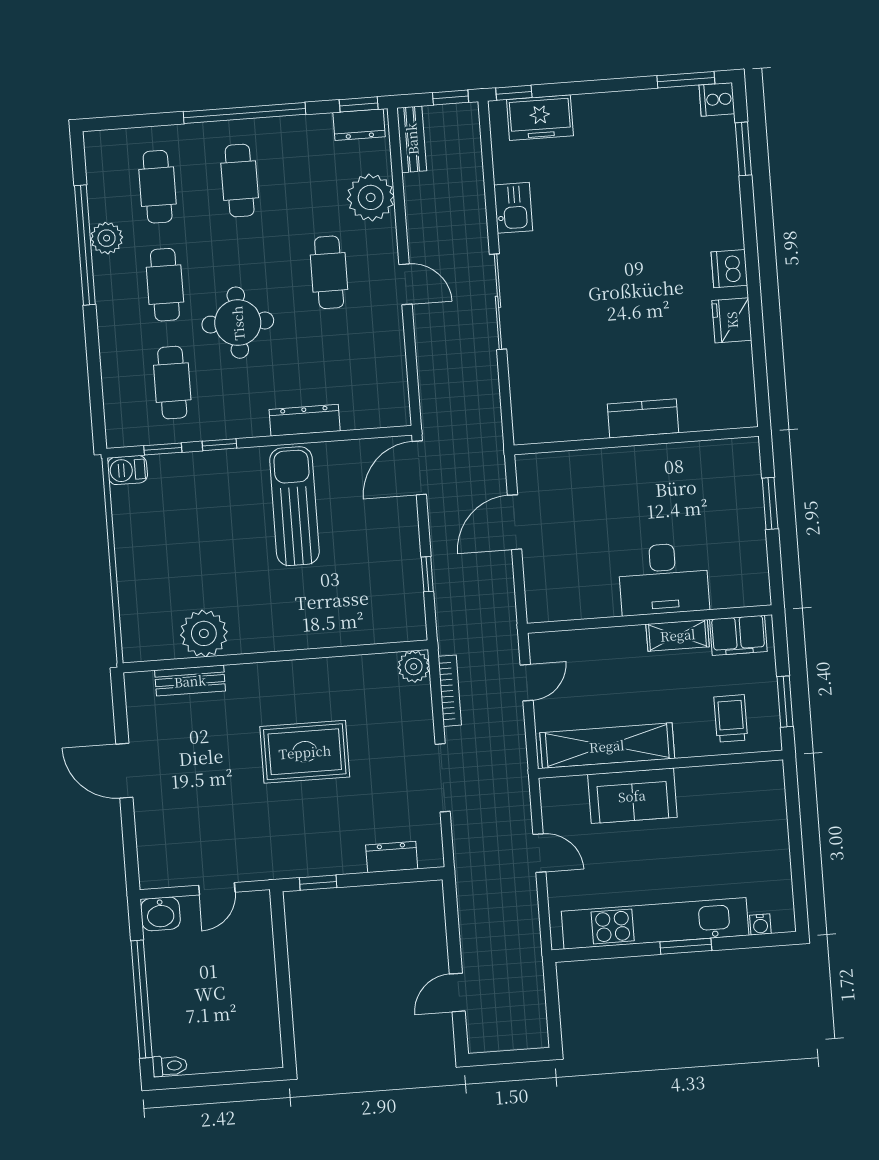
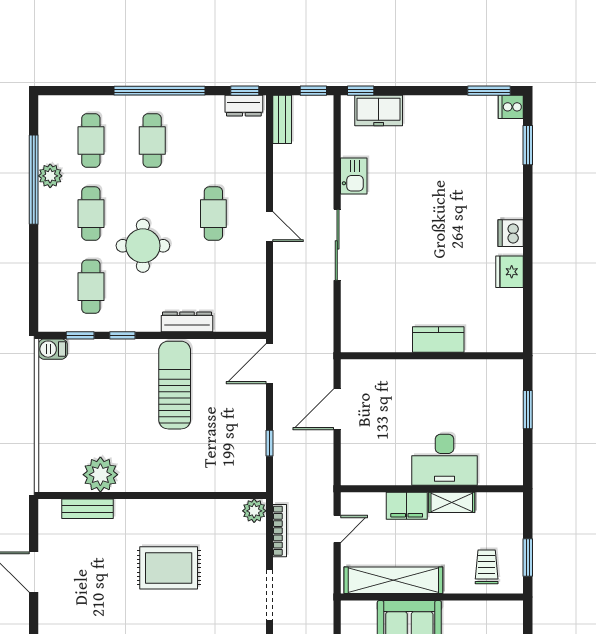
plant: (371, 197) -> (248, 160), removed
filing cabinet: (738, 635) -> (407, 506), moved

